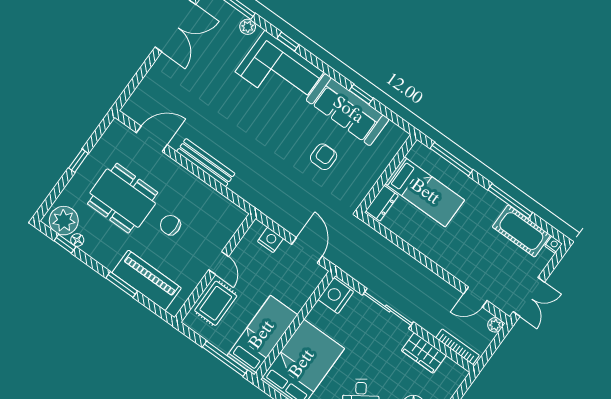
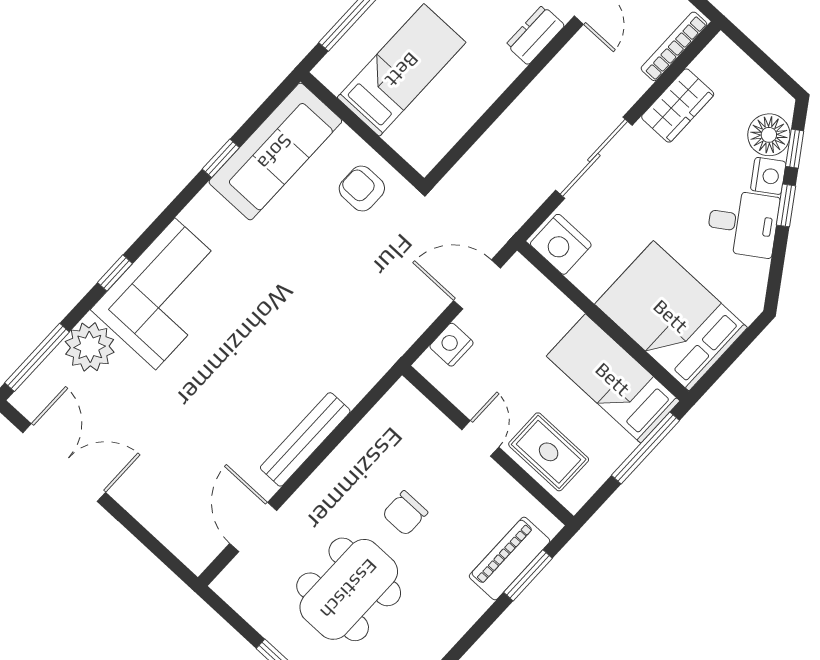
plant: (248, 27) -> (90, 347), width x1.87, depth x1.87
sofa: (348, 110) -> (275, 152), moved
armchair: (324, 157) -> (362, 189), moved
dresser: (382, 203) -> (535, 35), moved, turned -90
door: (219, 263) -> (480, 438), hinge flipped
piano: (147, 280) -> (510, 558), width x0.73, depth x0.75
window: (122, 285) -> (528, 575), moved

